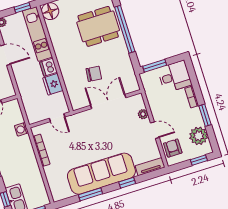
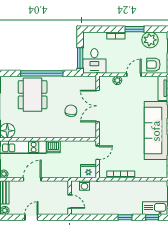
desk: (175, 77) -> (94, 61), moved, turned 180
fridge: (53, 84) -> (88, 171), moved, turned 180
washing machine: (21, 129) -> (84, 185), moved

